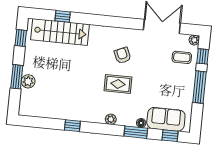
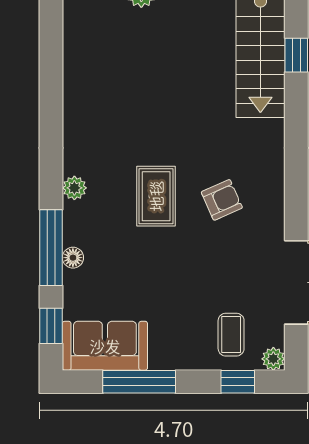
window: (200, 87) -> (139, 382), moved
sofa: (166, 119) -> (105, 346), moved, turned -90
window: (72, 126) -> (51, 102), removed
window: (136, 132) -> (51, 248), width x1.44

